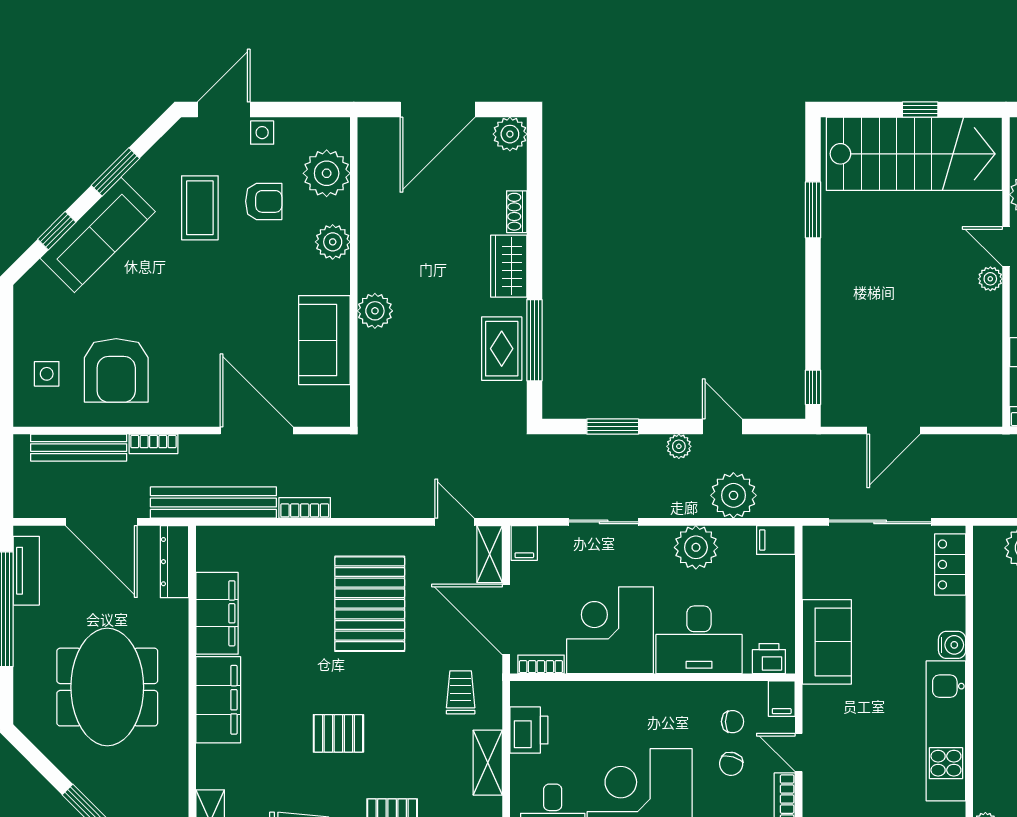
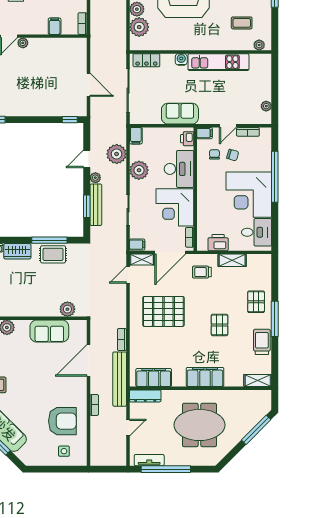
plant: (375, 311) -> (67, 309), moved
bench: (79, 448) -> (96, 205), moved
door: (101, 522) -> (128, 428), width x0.53
filing cabinet: (217, 613) -> (154, 377), moved

